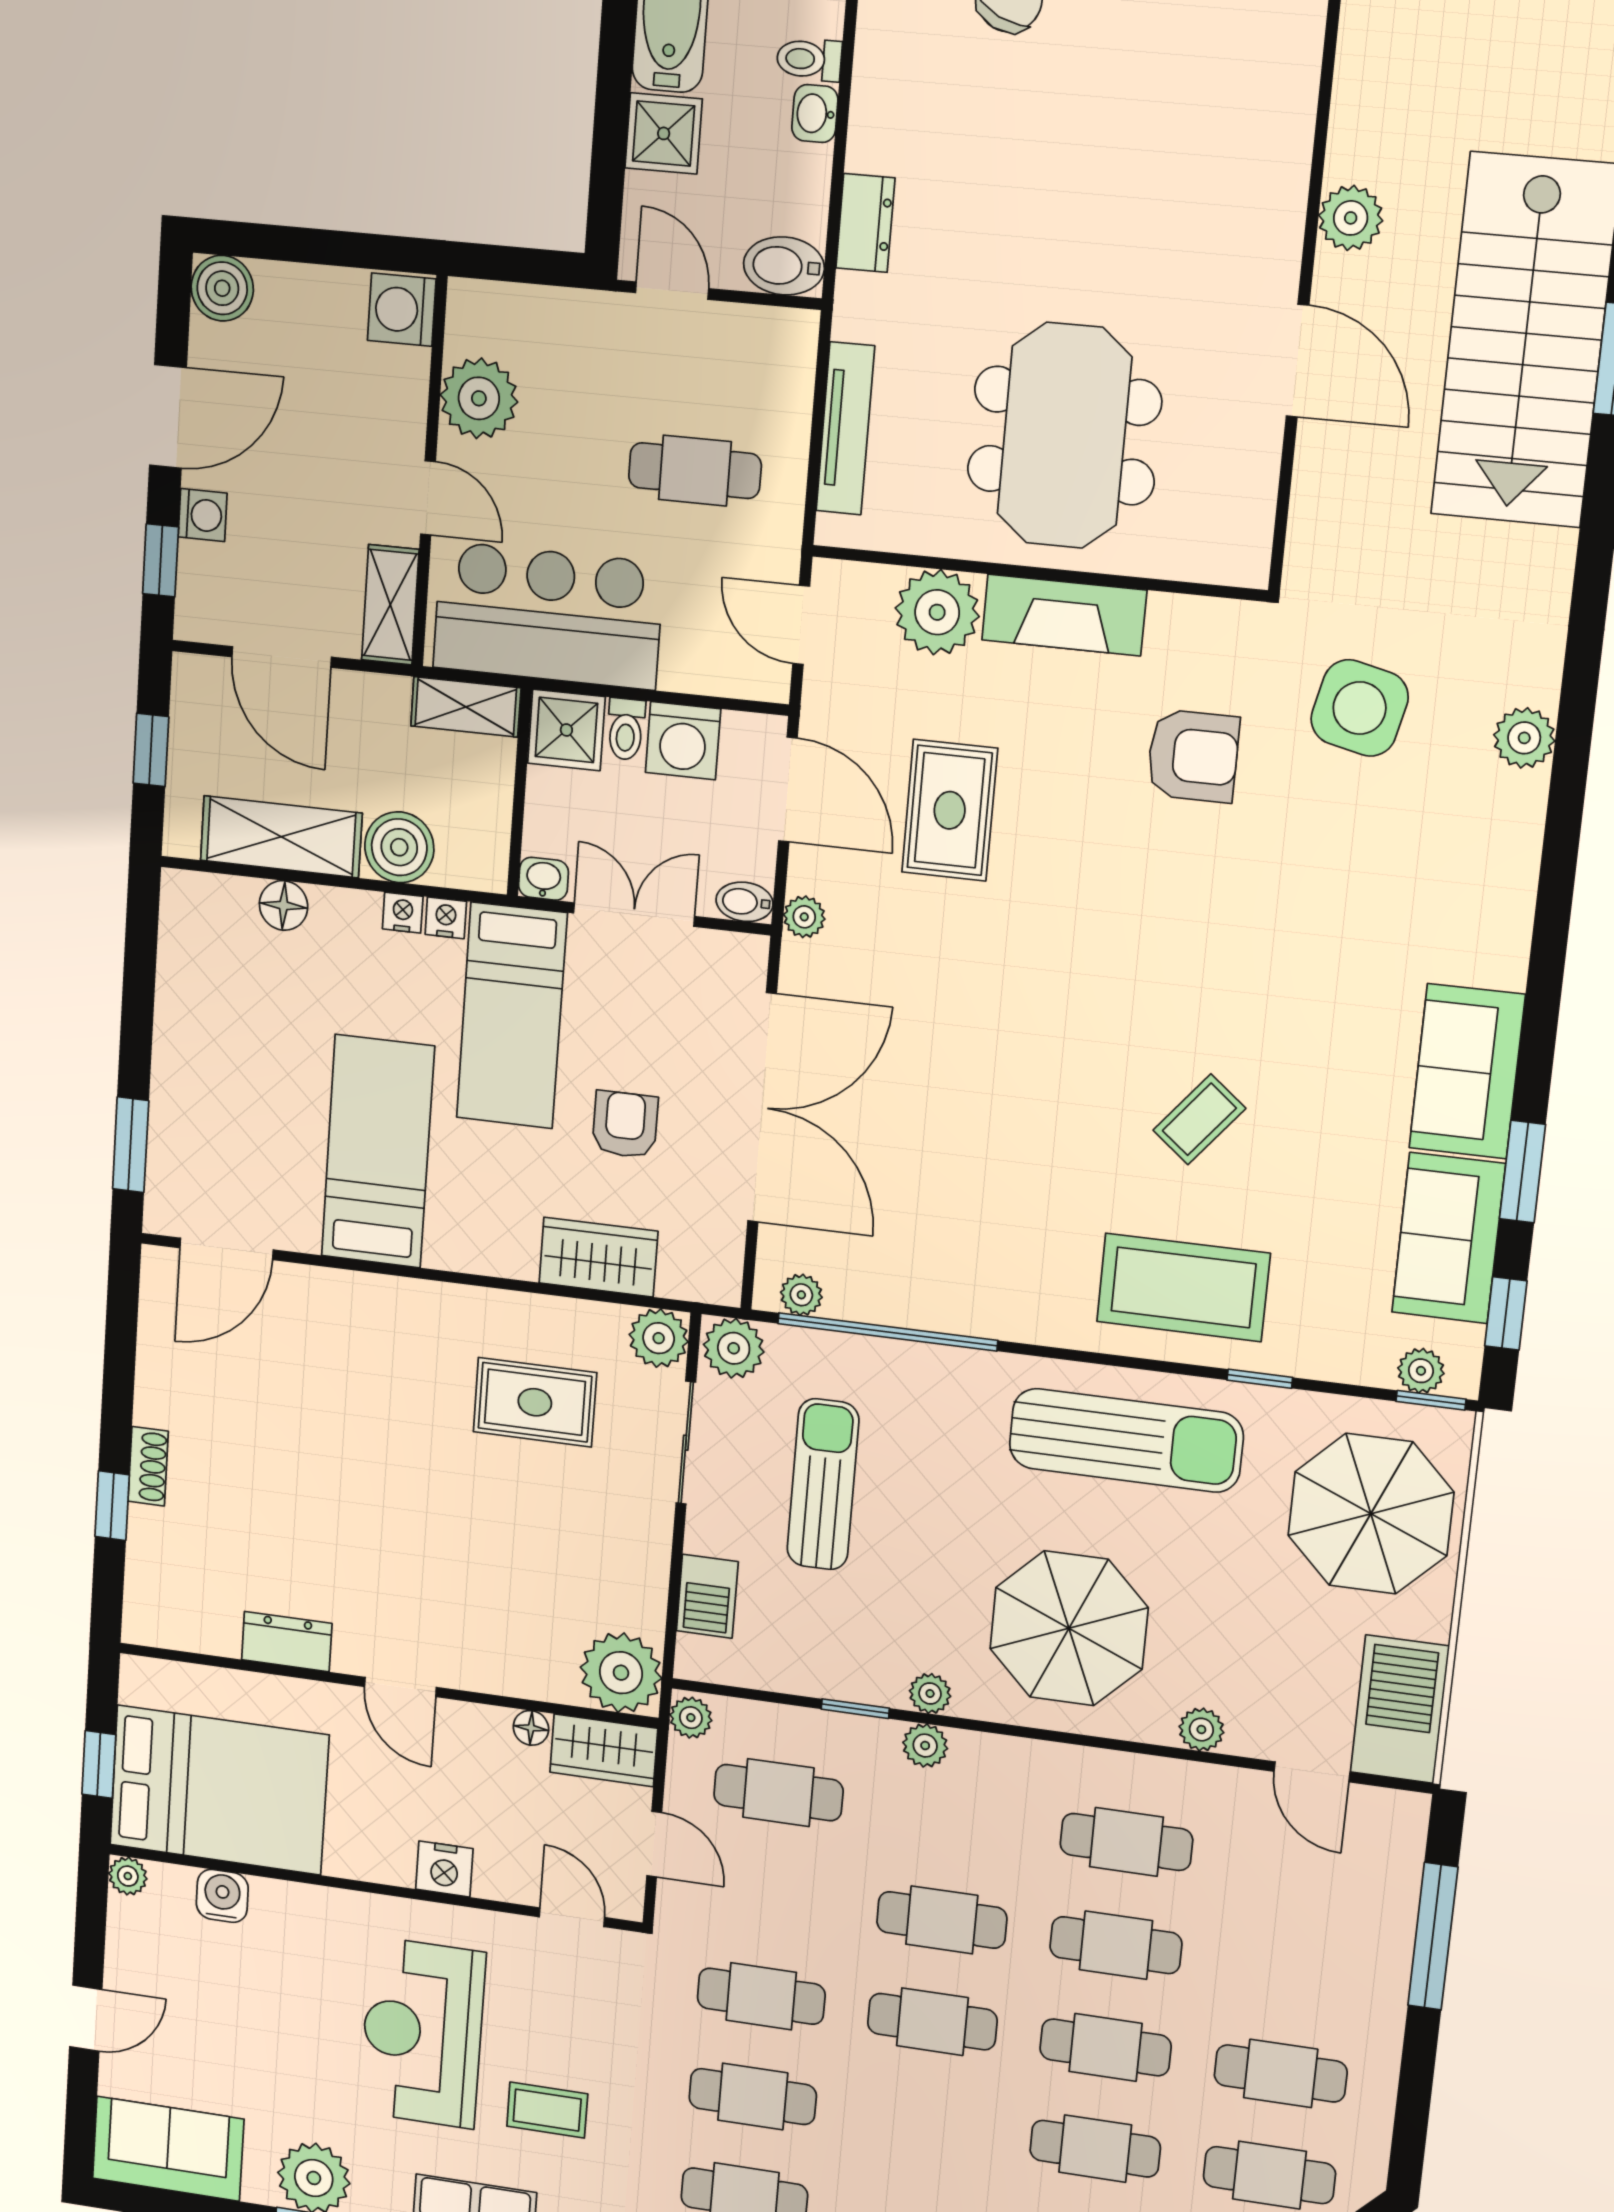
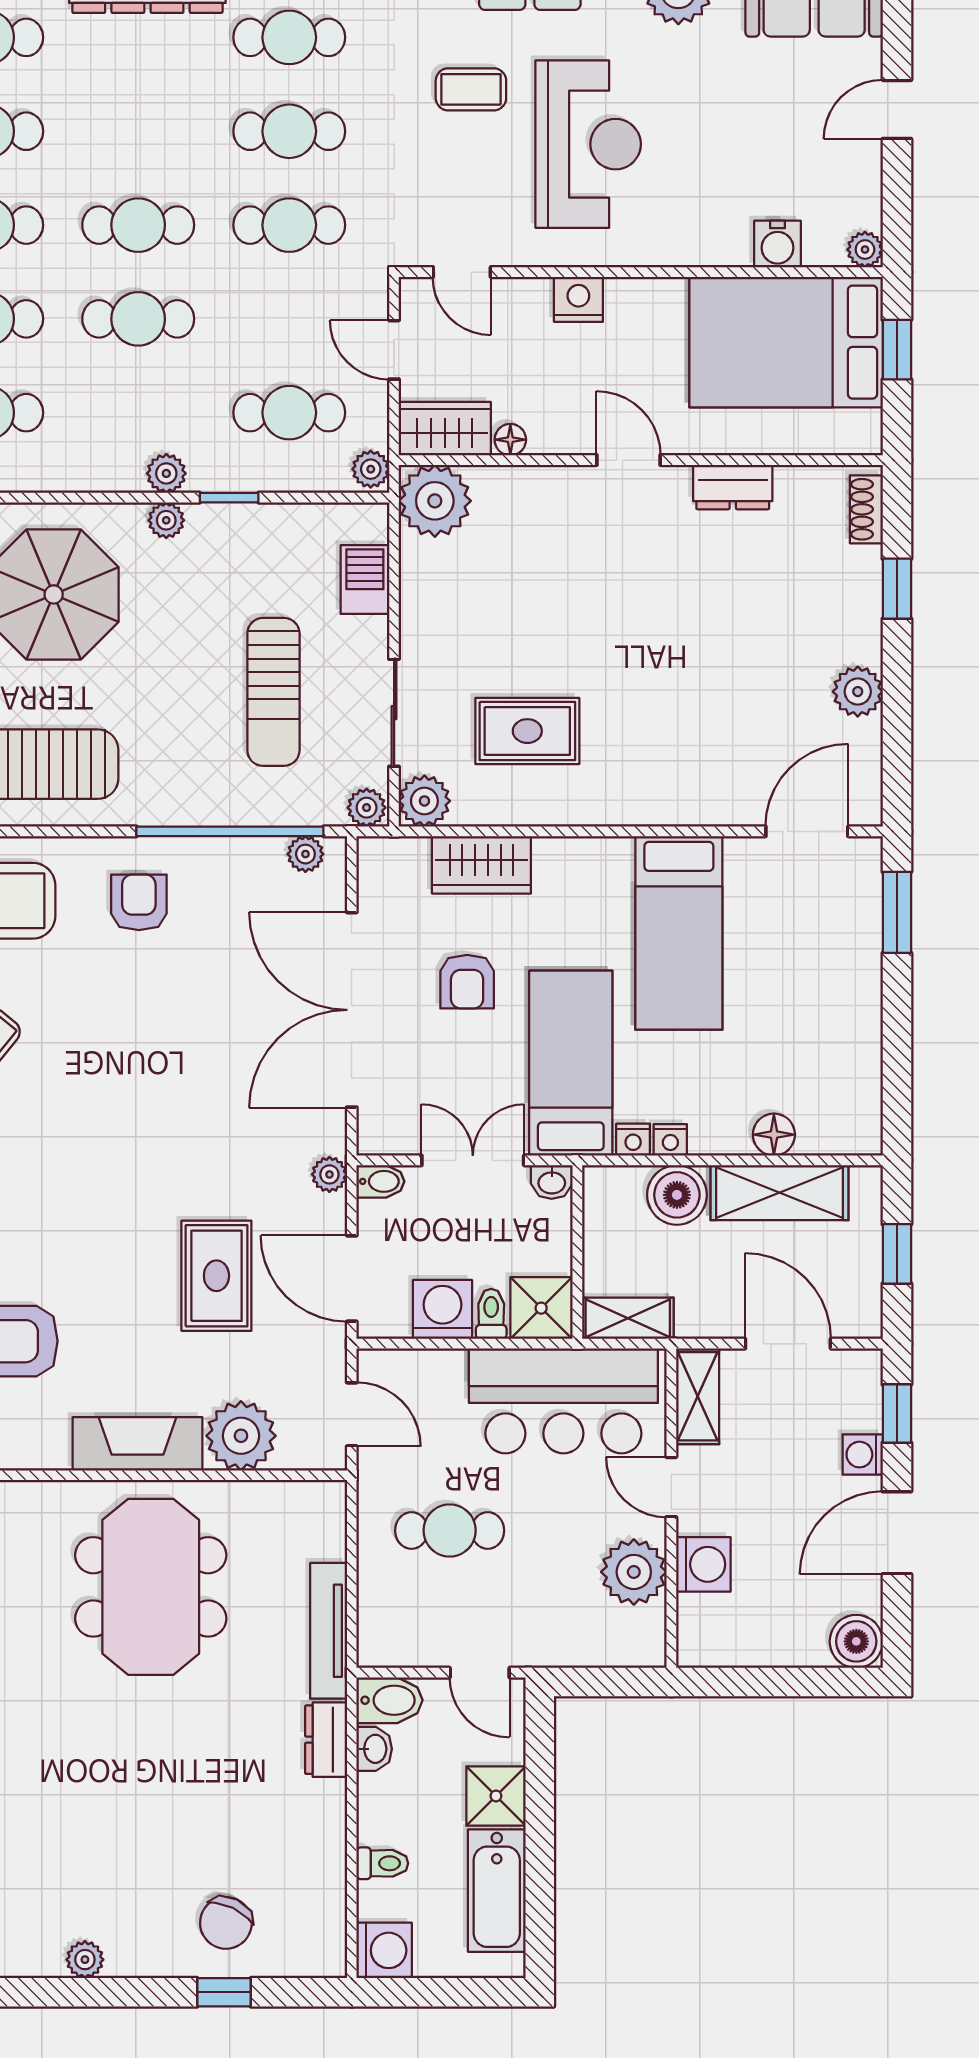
washbasin: (815, 114) -> (374, 1749), moved
washing machine: (402, 310) -> (703, 1564), moved
tv unit: (845, 428) -> (329, 1631), moved
double door: (634, 915) -> (473, 1160), swing flipped
armchair: (1002, 1263) -> (139, 902), added
plant: (734, 1348) -> (367, 808), width x0.73, depth x0.73
plant: (161, 1398) -> (858, 692), added
shoe rack: (148, 1466) -> (866, 509), moved

